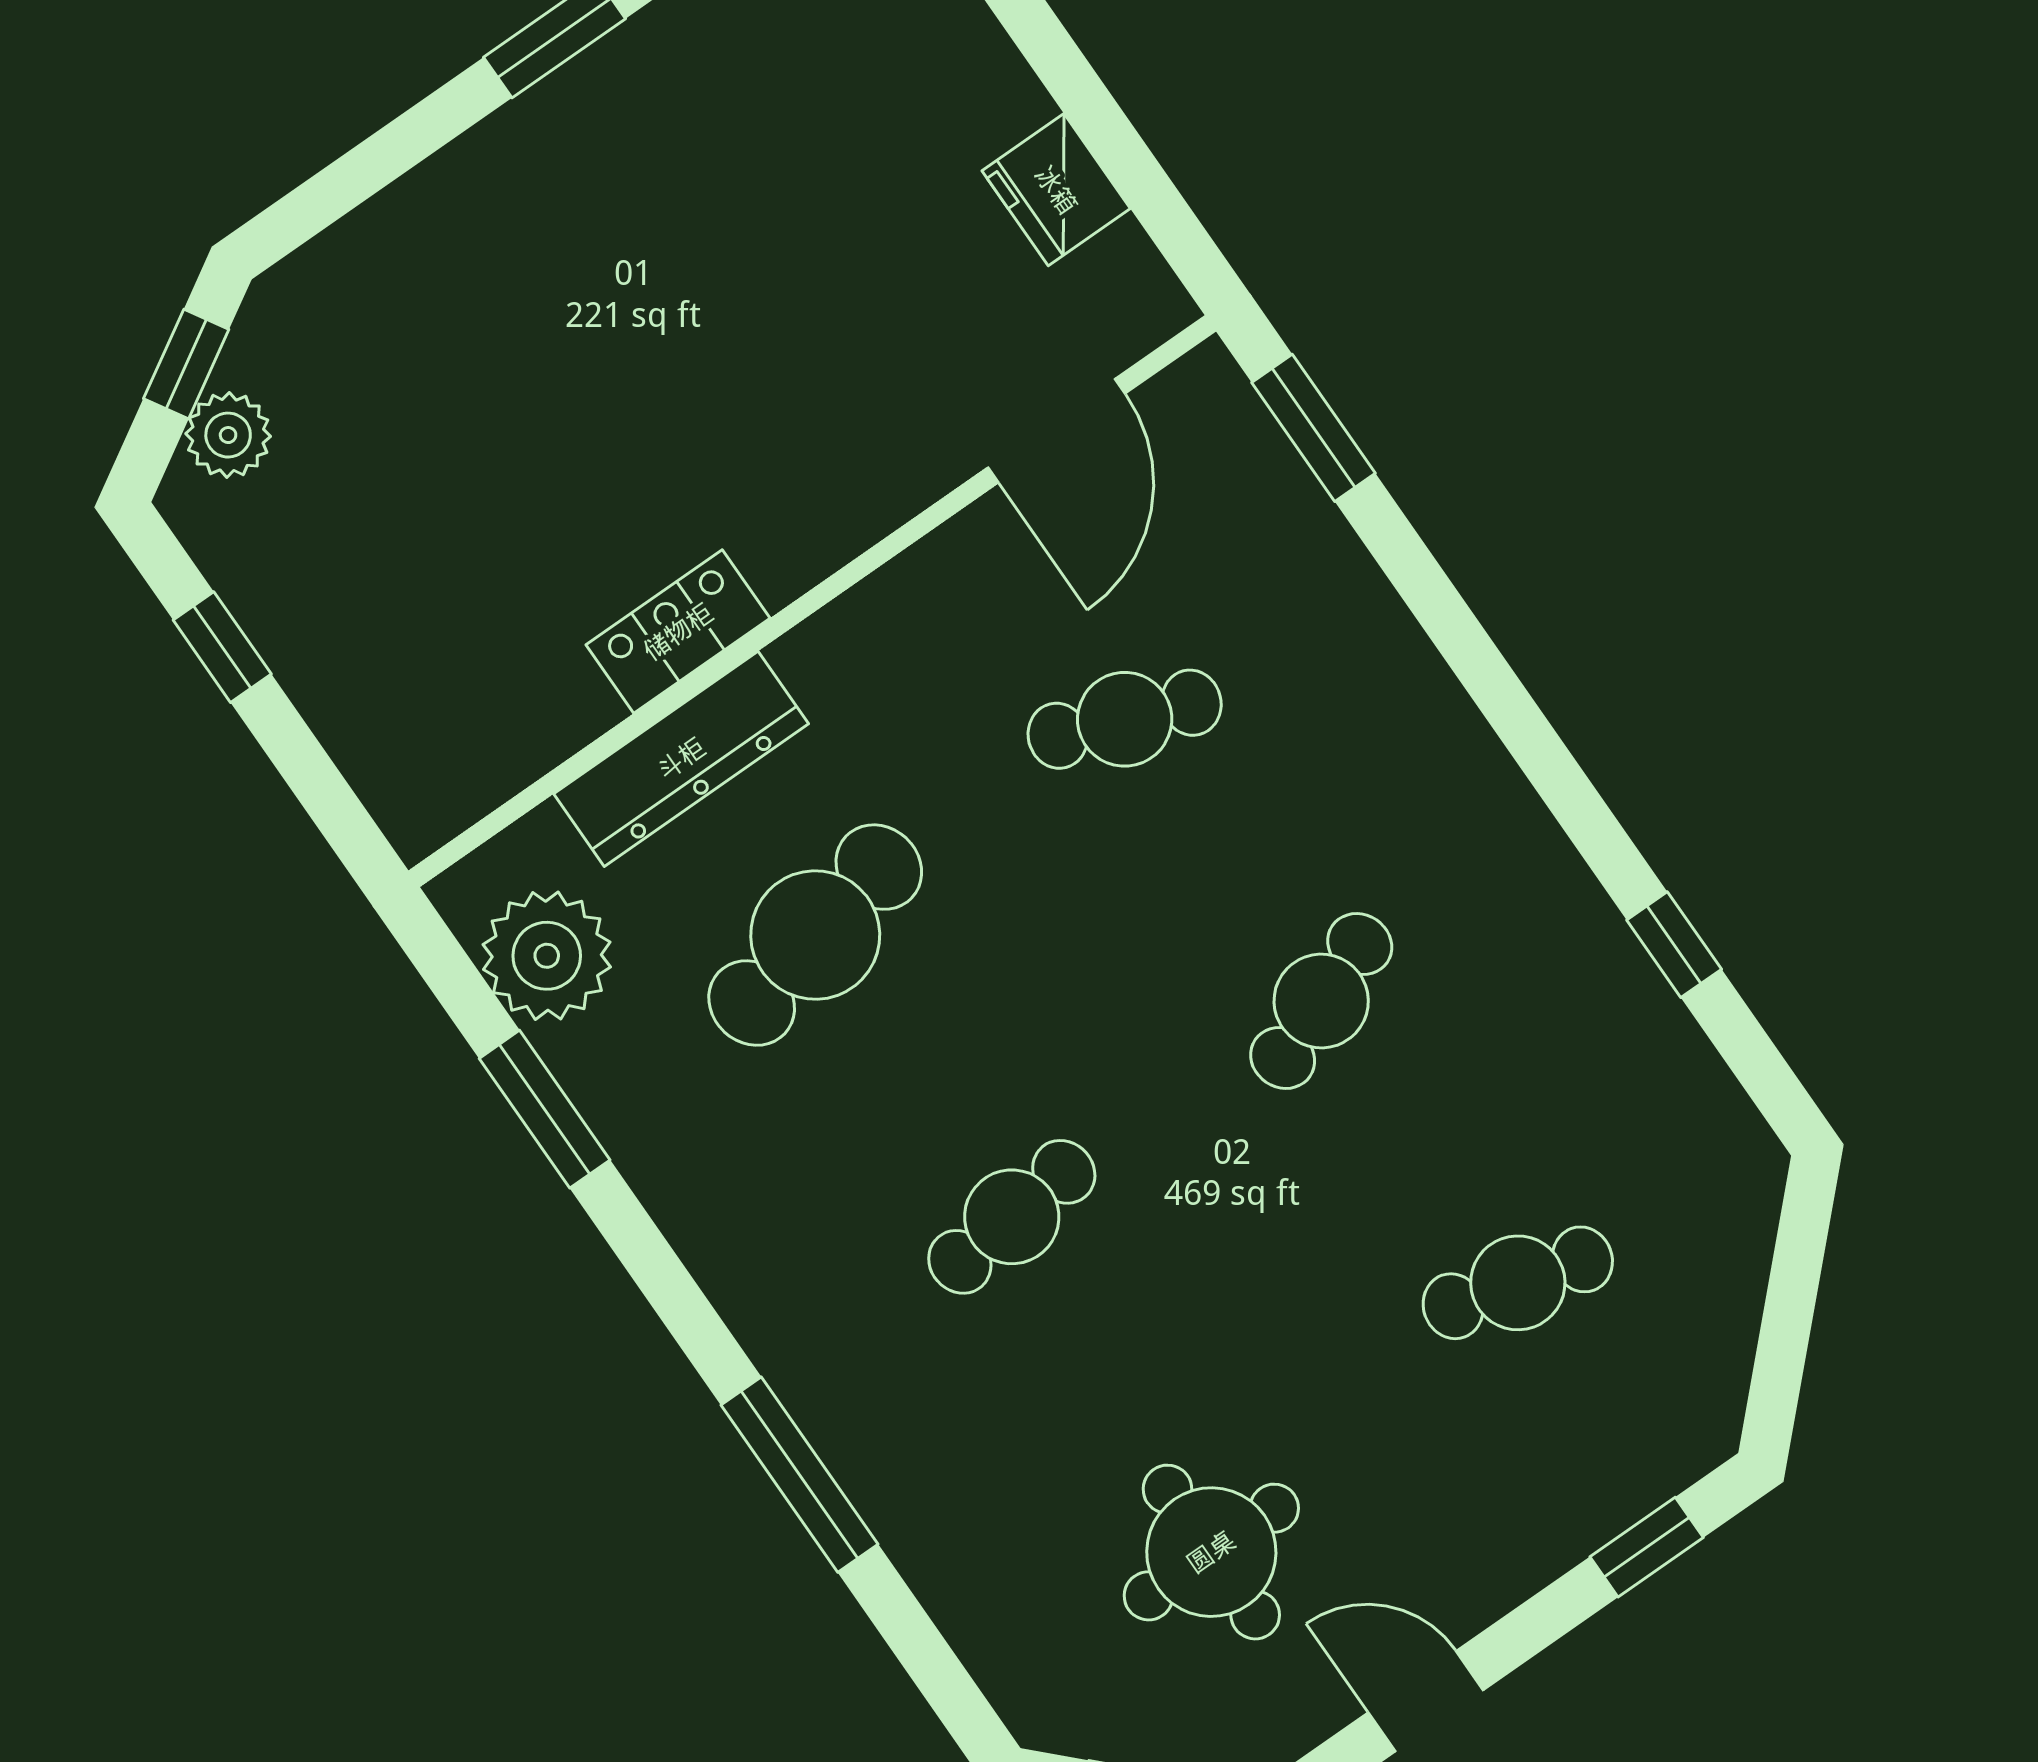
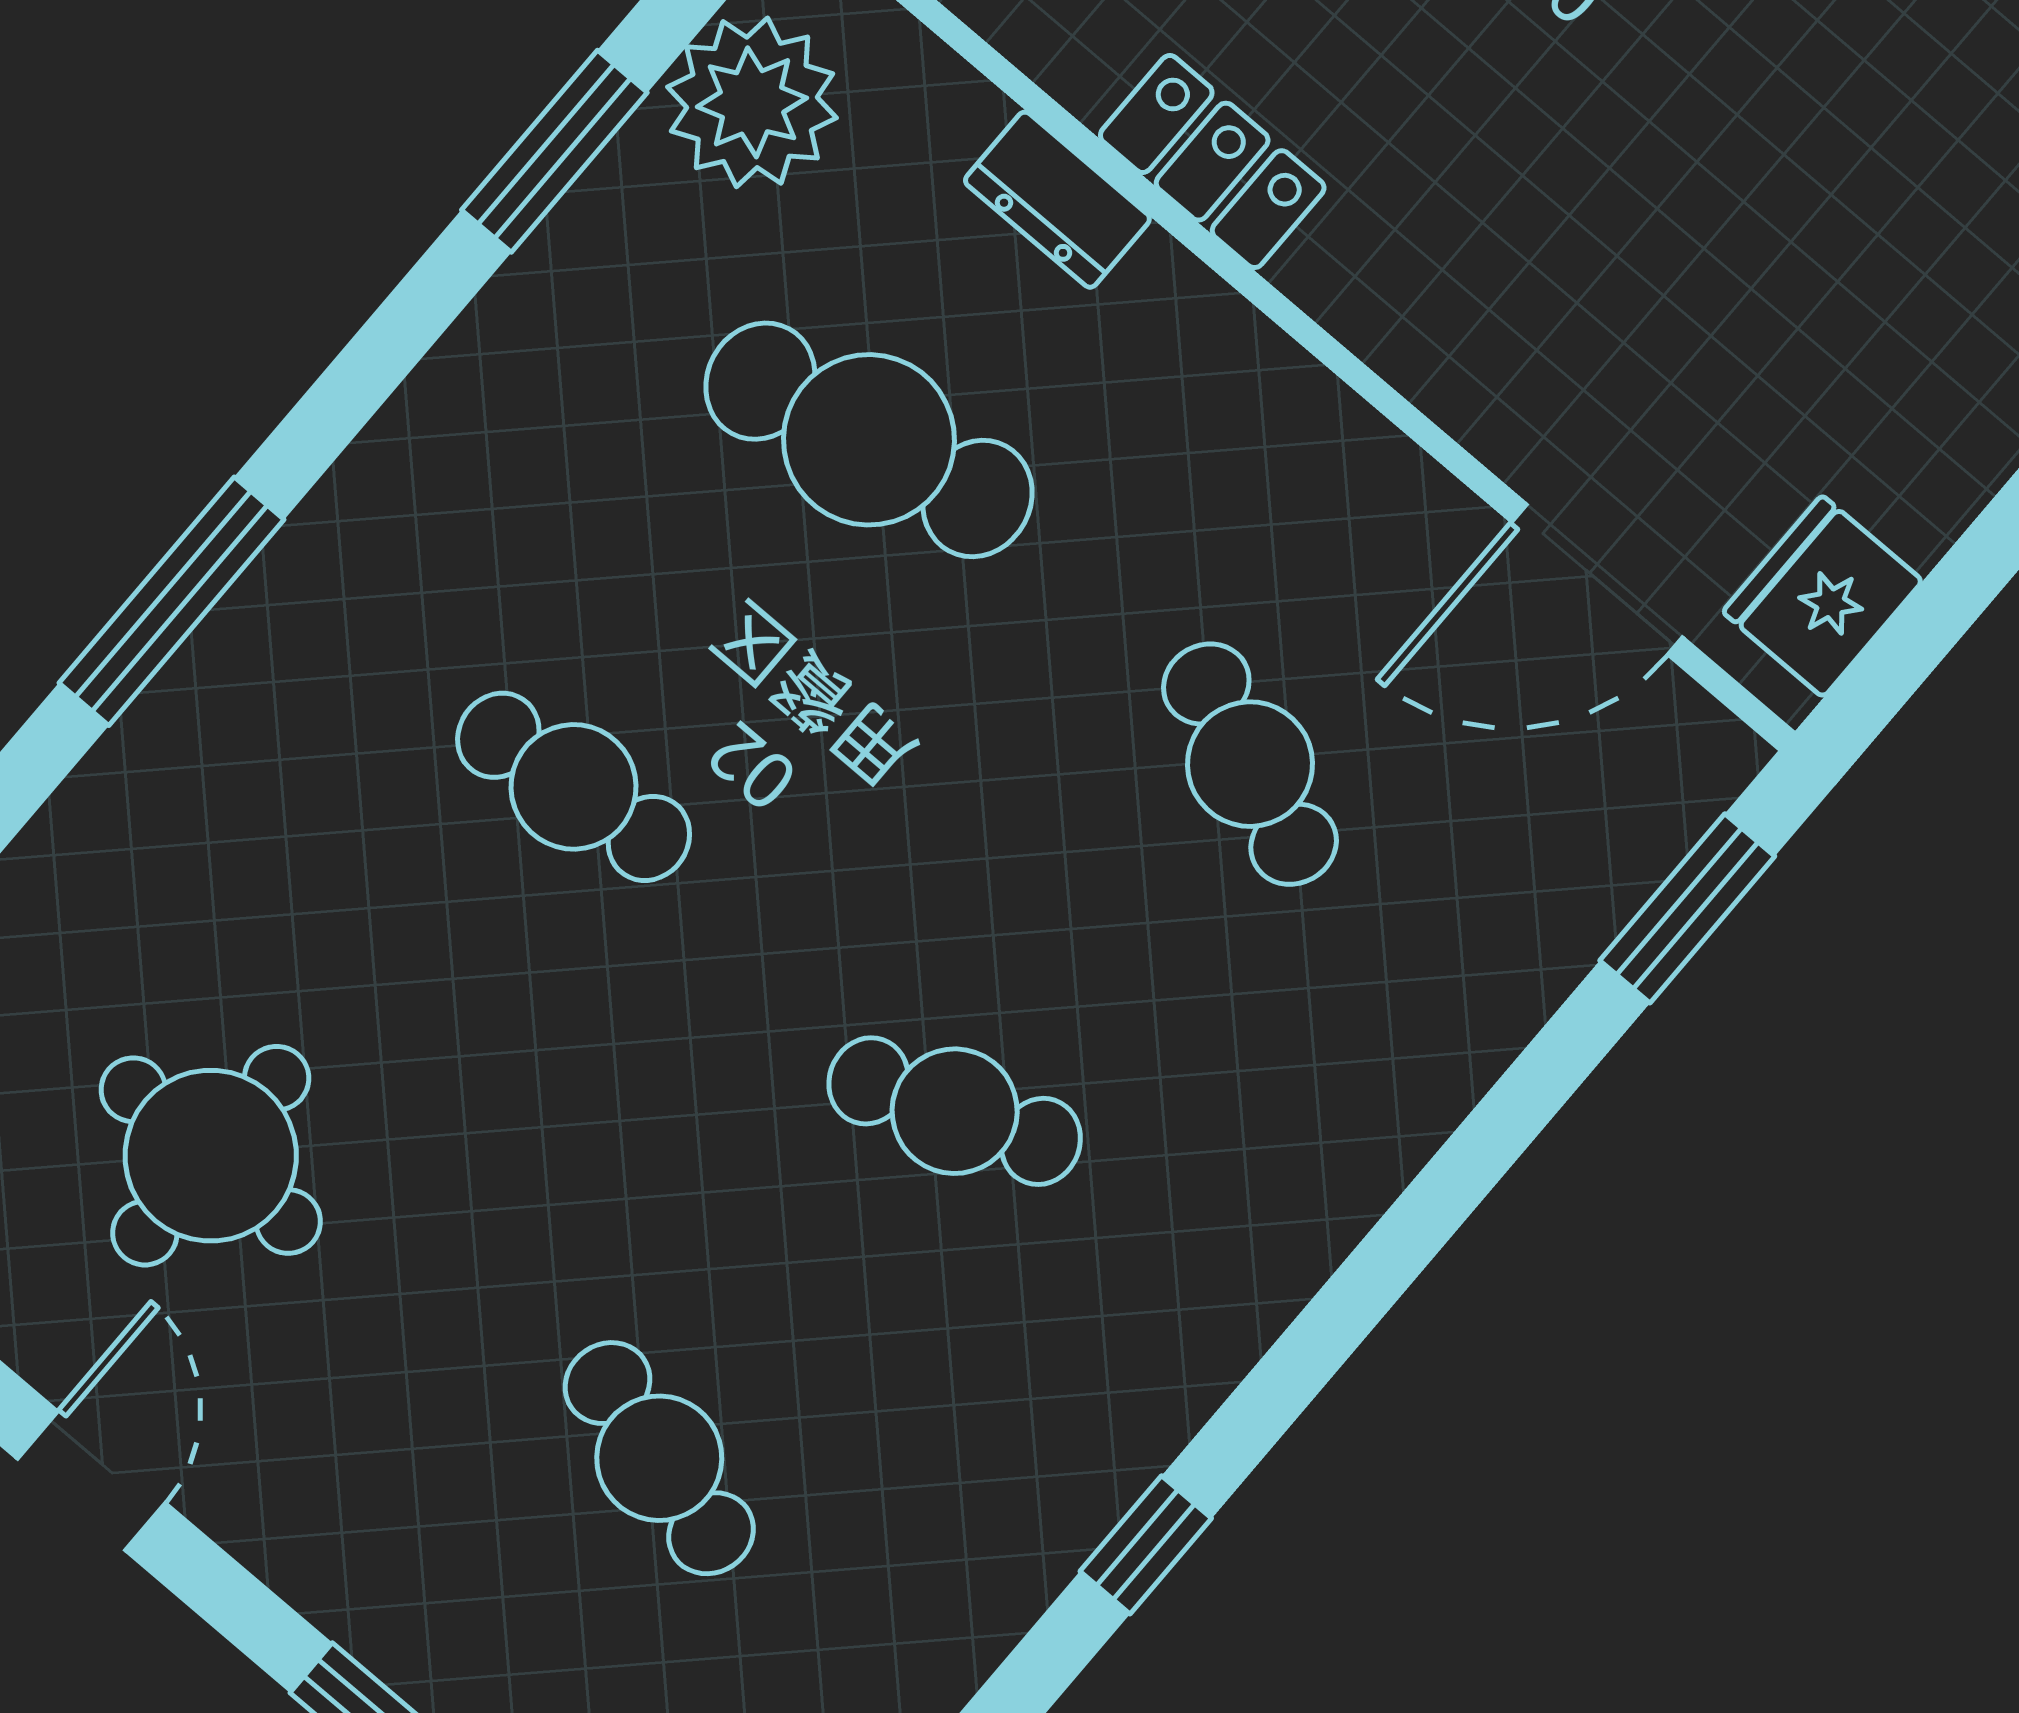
fridge: (1056, 190) -> (1823, 596), moved
dresser: (681, 759) -> (1057, 200), width x0.51, depth x0.80

